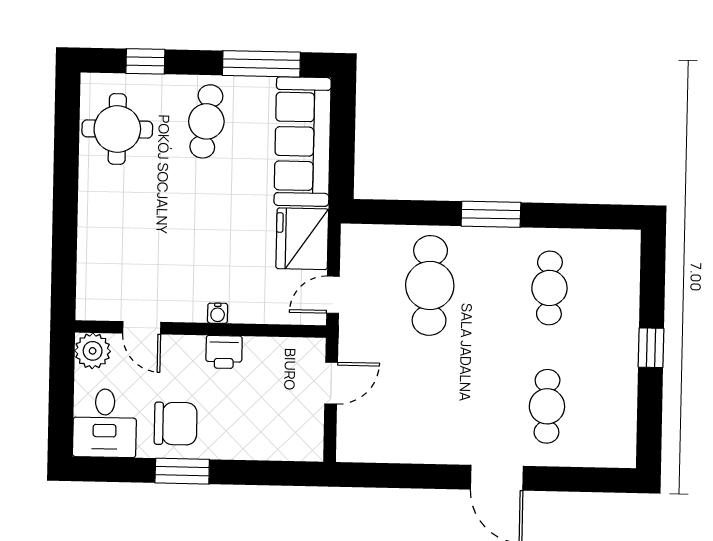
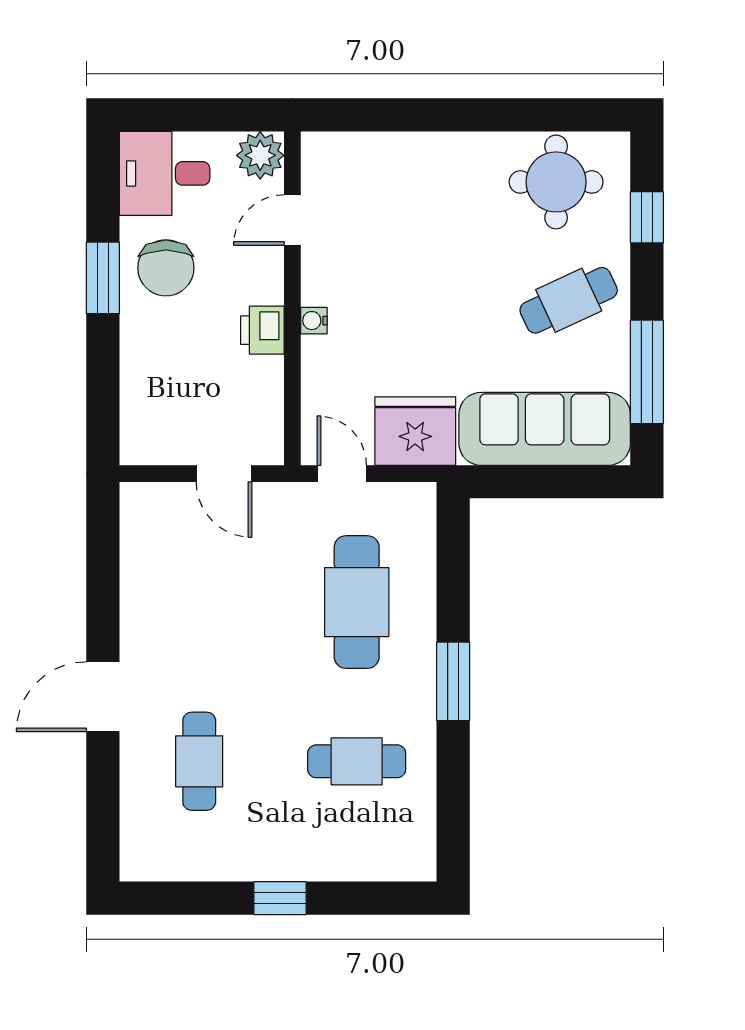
cafe table: (206, 121) -> (569, 300), turned -33
cafe table: (430, 285) -> (357, 602), turned 90
cafe table: (547, 406) -> (199, 761), turned 90

